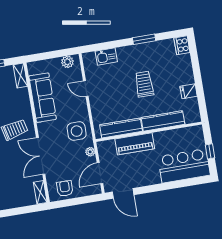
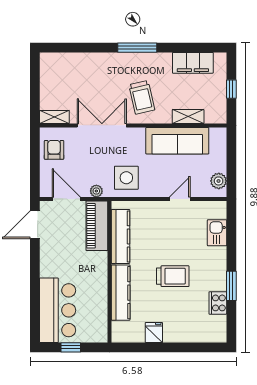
cooker: (182, 45) -> (218, 303), moved, turned -90
shelving: (20, 76) -> (188, 117), moved
piano: (135, 144) -> (97, 226), moved
armchair: (65, 188) -> (54, 150), turned -90

